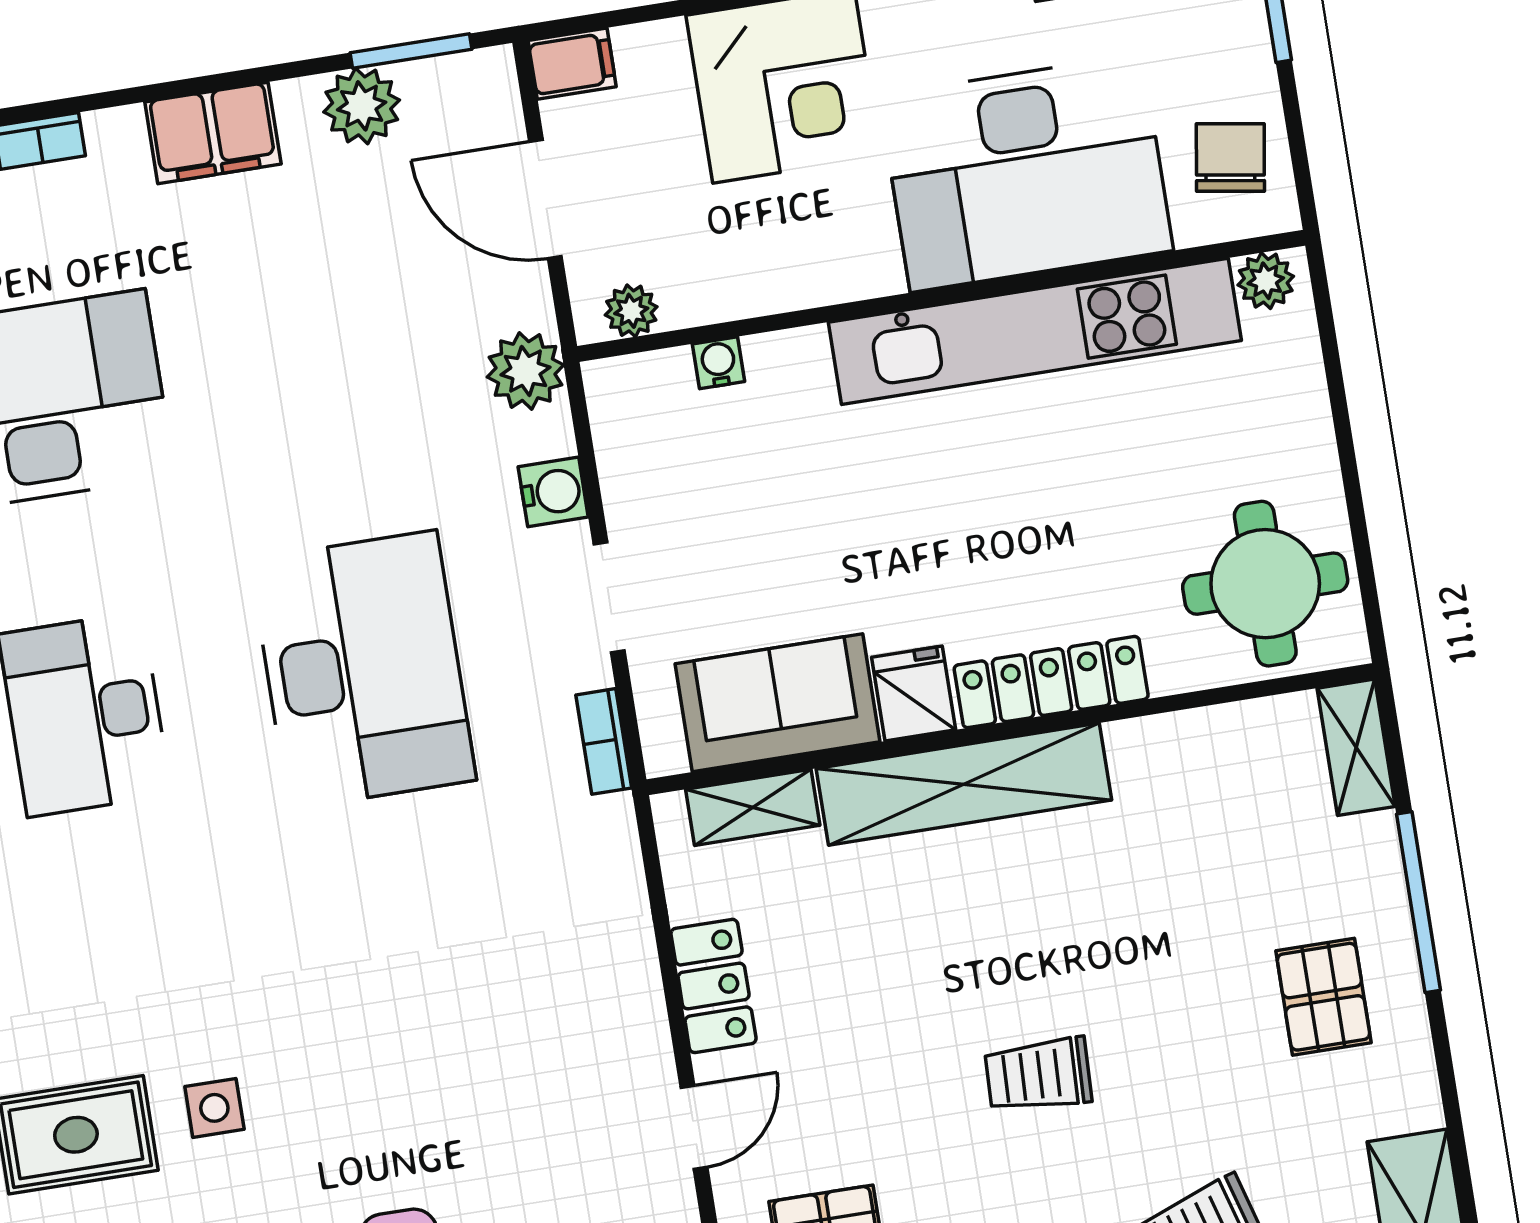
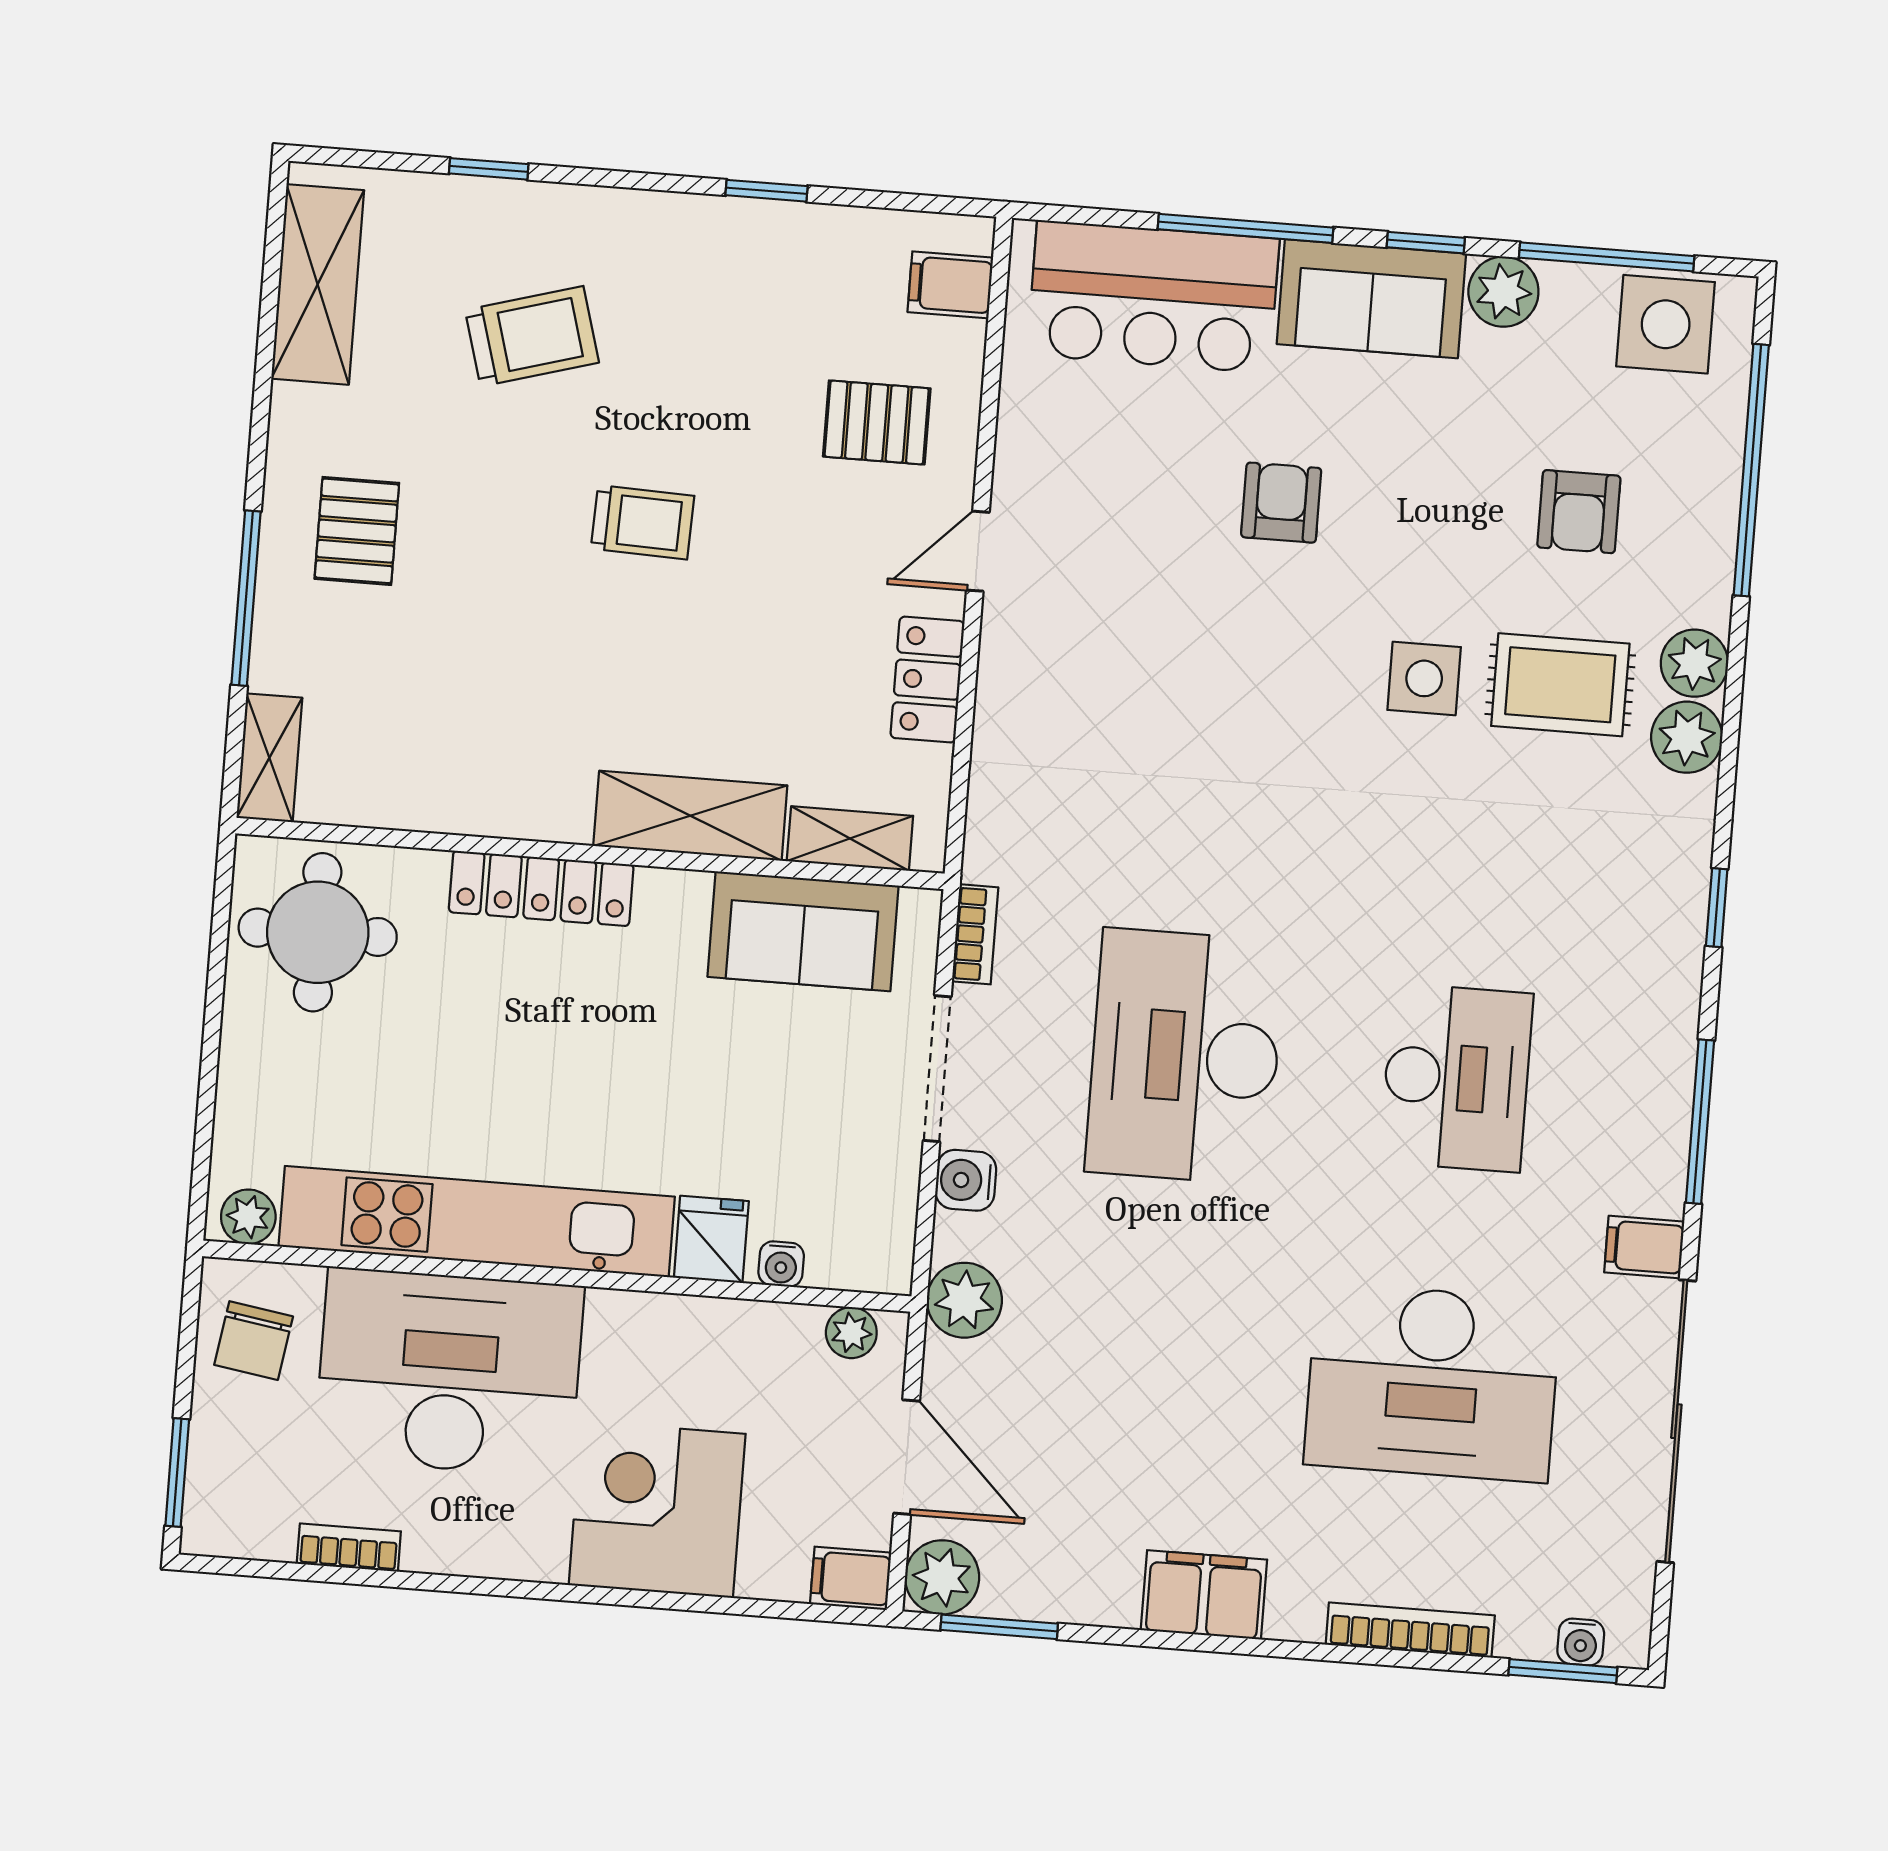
plant: (362, 106) -> (942, 1577), moved
doorway: (609, 597) -> (937, 1069), width x1.38
fridge: (914, 693) -> (711, 1239), moved, turned 180
shelving: (964, 784) -> (690, 816), width x0.68
side table: (214, 1108) -> (1424, 678), width x1.37, depth x1.37

